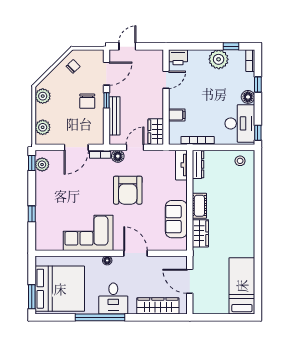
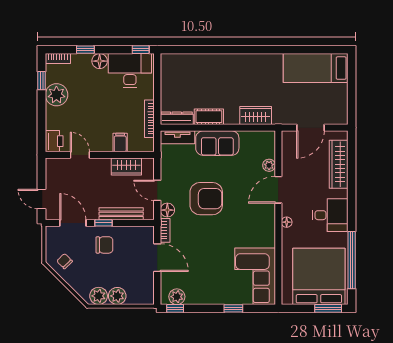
plant: (43, 127) -> (117, 296), moved
wardrobe: (156, 132) -> (126, 167), moved
stool: (240, 161) -> (173, 70), removed
cot: (199, 206) -> (209, 117), moved
sofa: (176, 219) -> (217, 143), moved
corner sofa: (88, 233) -> (255, 276), moved
plant: (157, 245) -> (269, 165), added
window: (100, 317) -> (352, 260), moved

